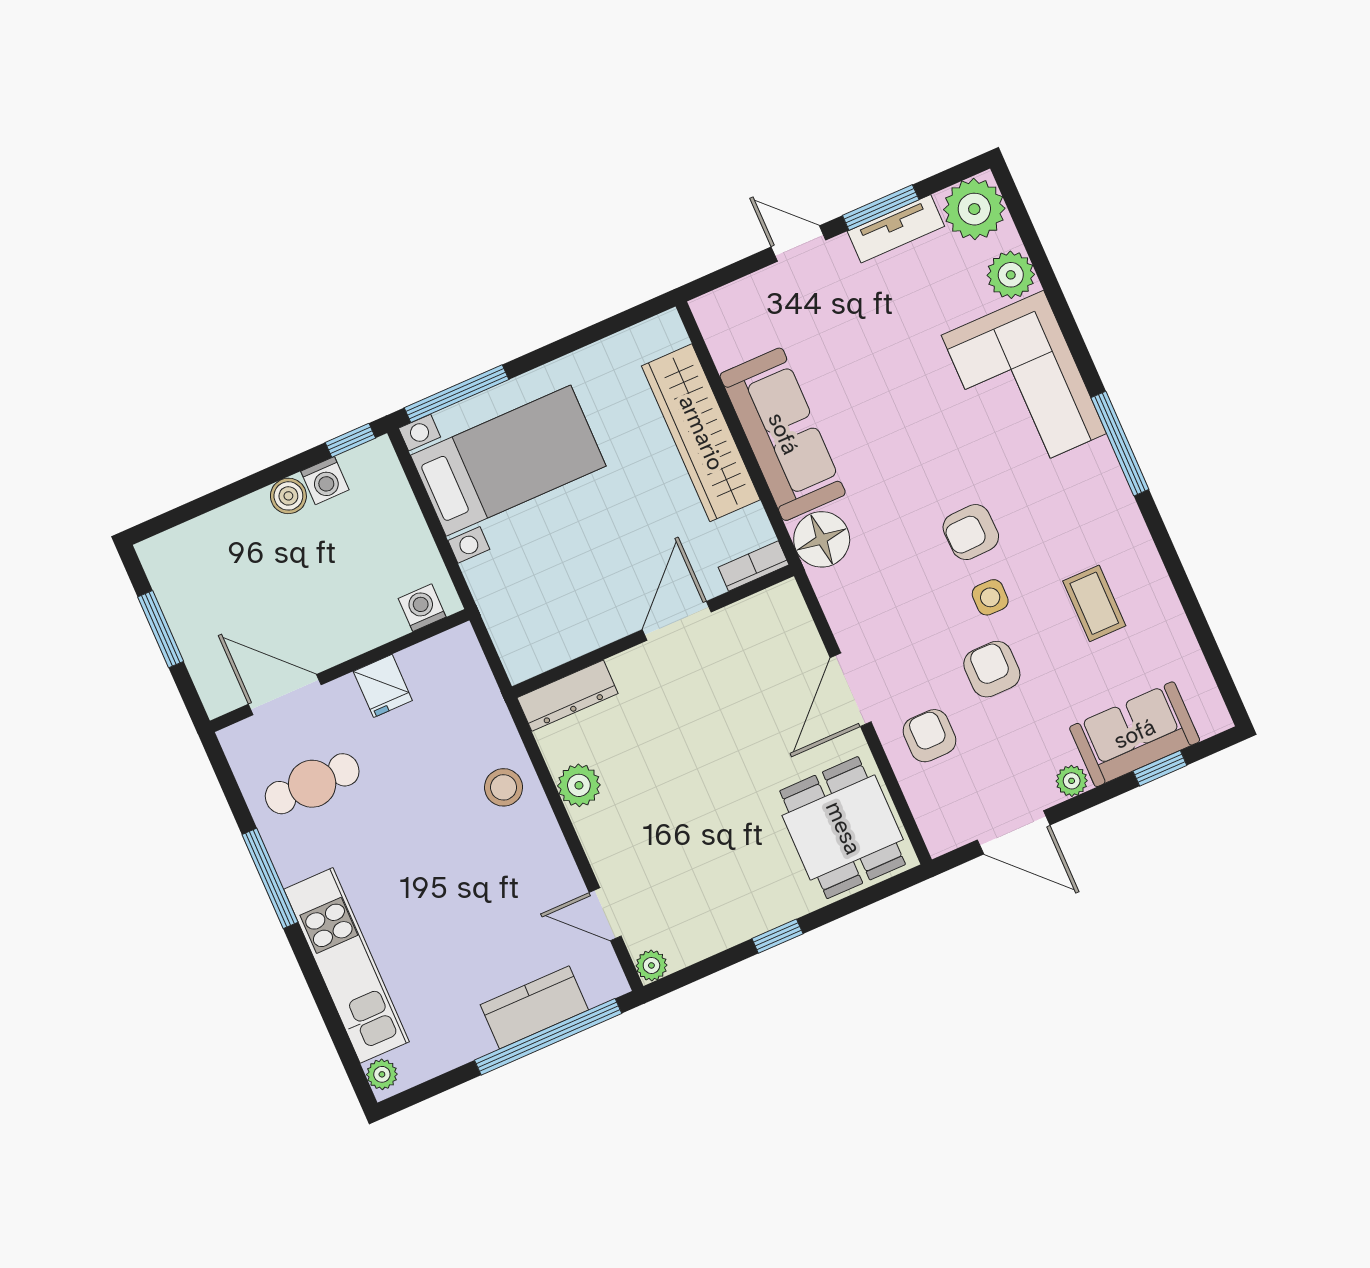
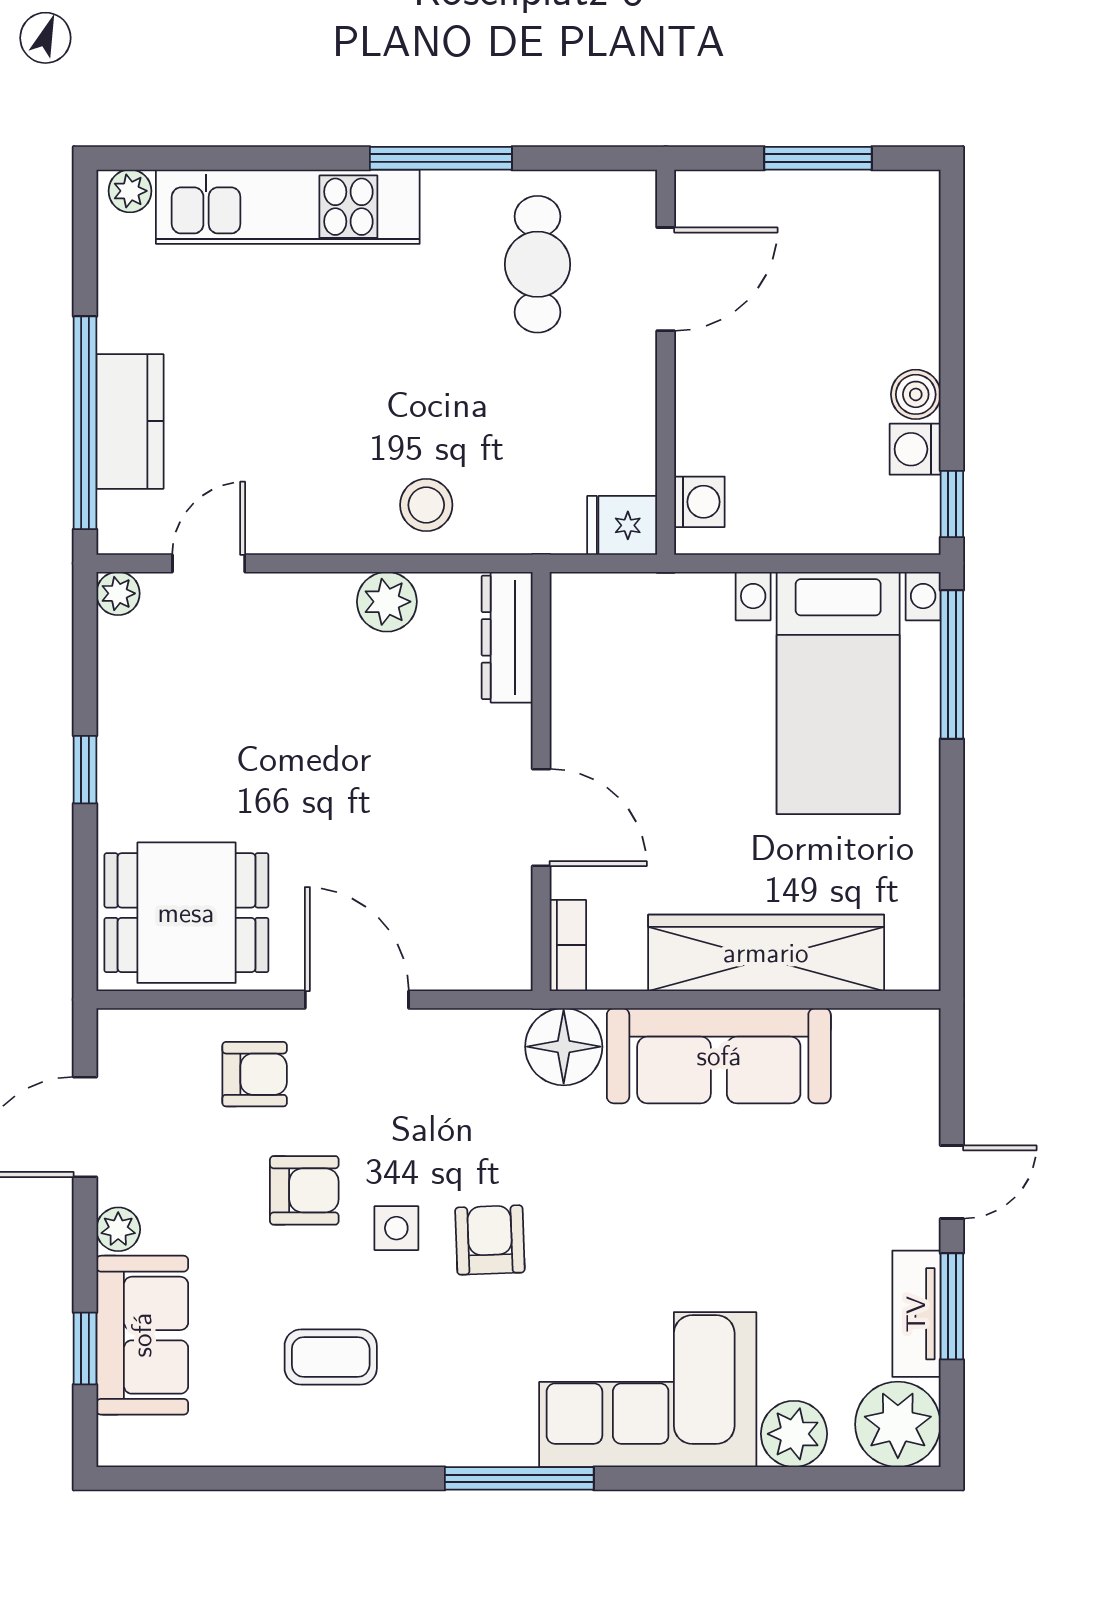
fridge: (383, 686) -> (622, 525), moved

